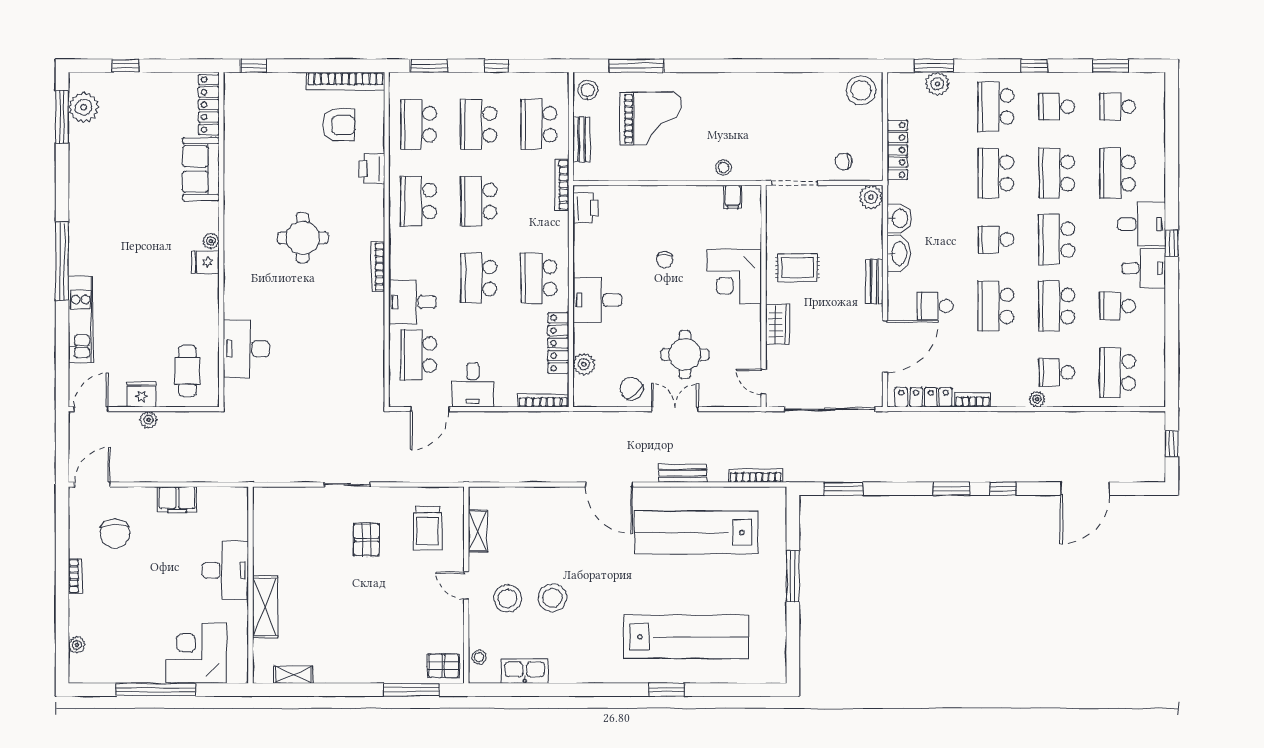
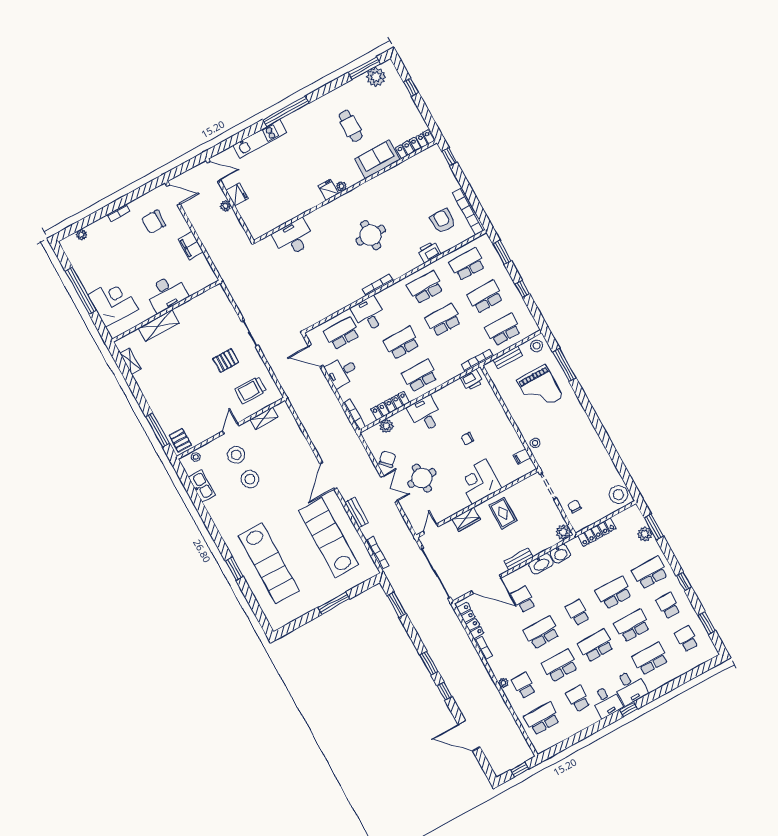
armchair: (339, 125) -> (443, 221), turned 180
cafe table: (187, 371) -> (351, 126), moved, turned 90

